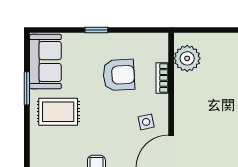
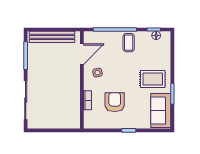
plant: (187, 58) -> (72, 113), removed
armchair: (119, 75) -> (115, 102), turned 93

